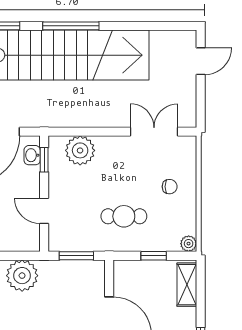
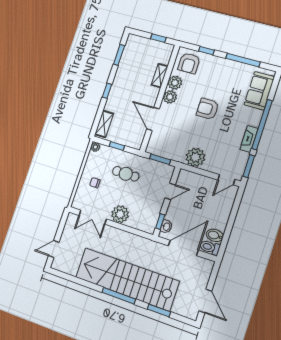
plant: (80, 150) -> (120, 214), moved
door: (44, 211) -> (170, 191), hinge flipped

